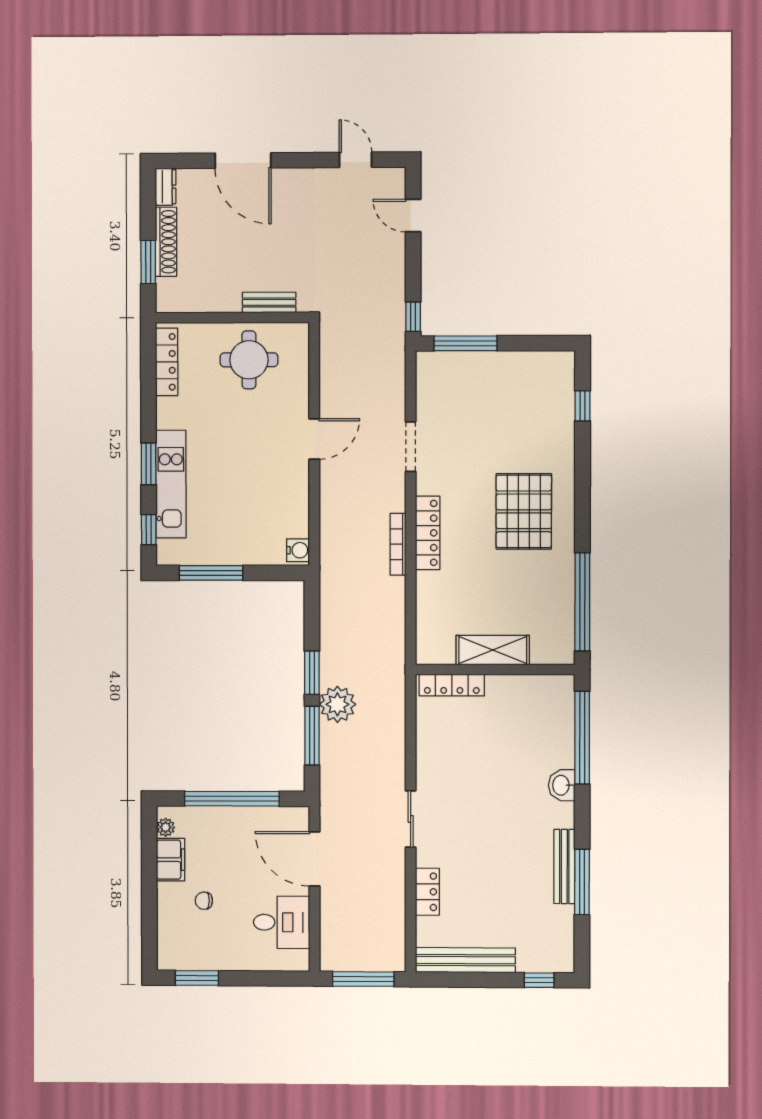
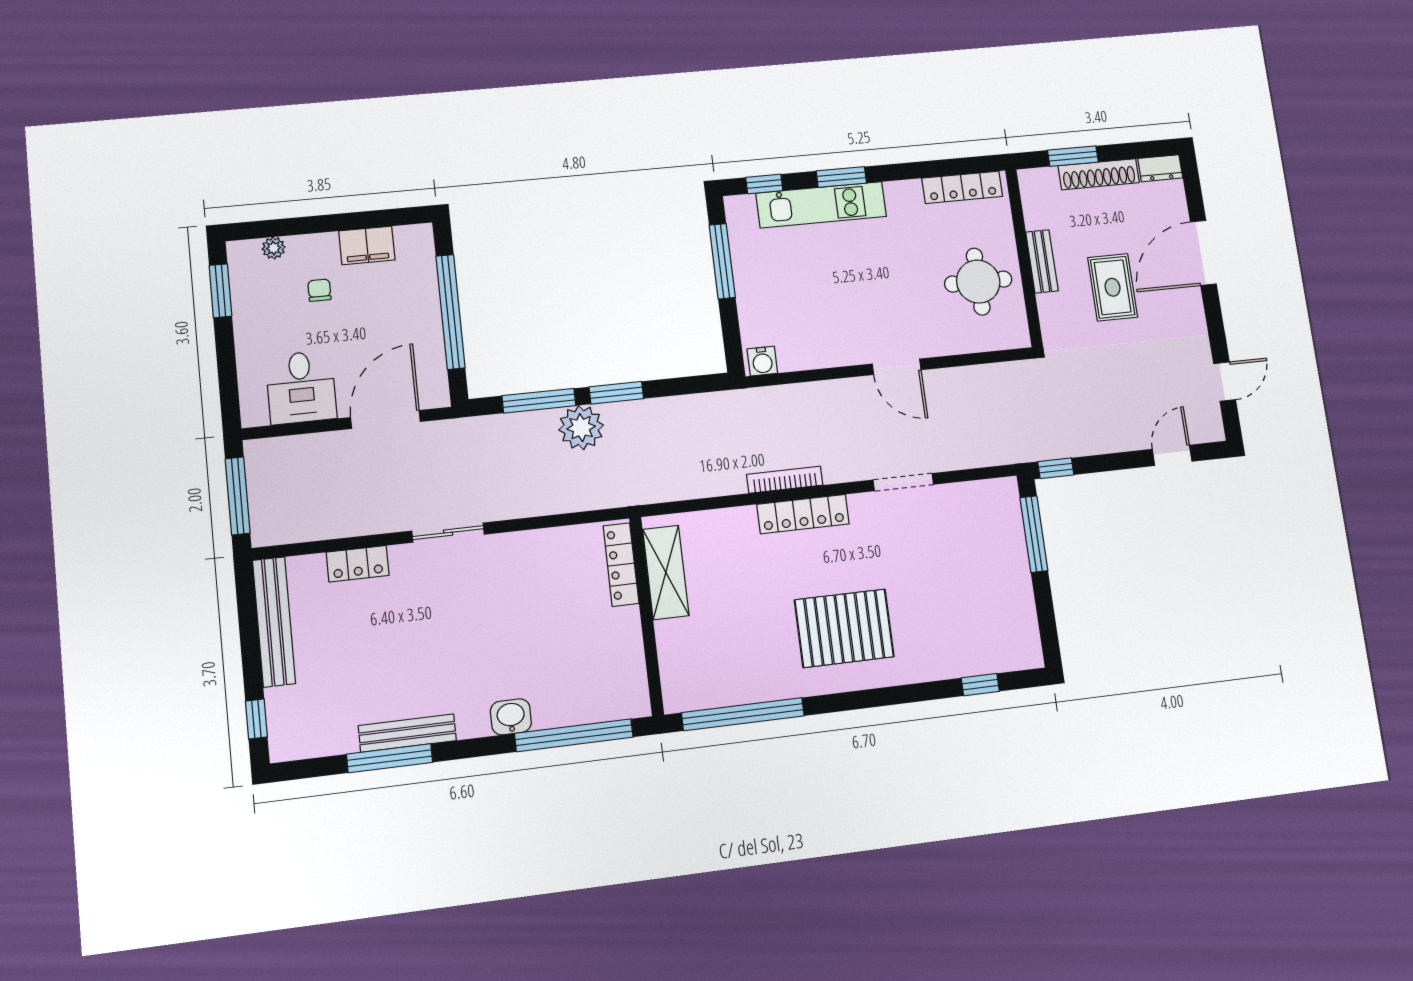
rug: (265, 245) -> (1113, 287), added
bench: (269, 302) -> (1042, 261), moved
shelving: (493, 650) -> (666, 572), moved
plant: (166, 827) -> (274, 248), moved

